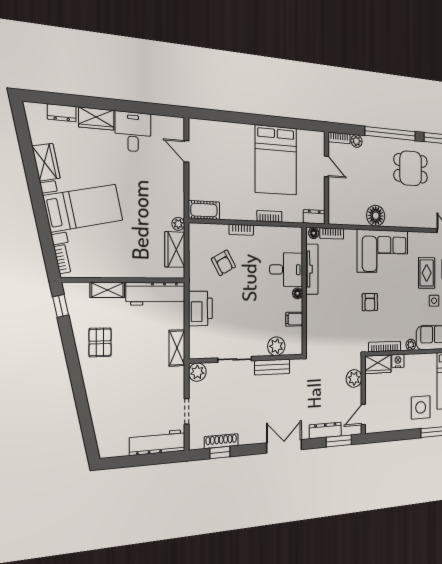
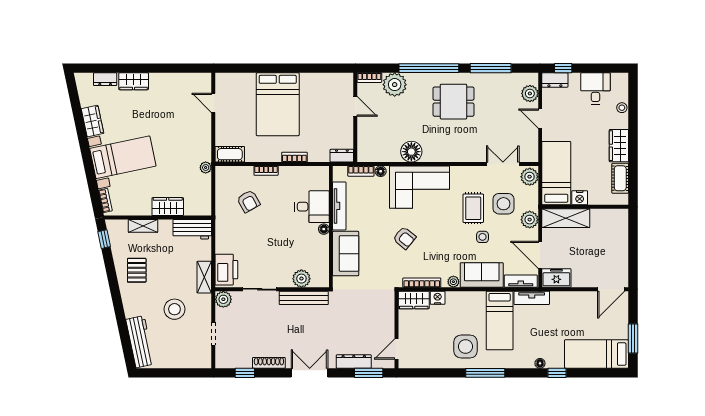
desk: (133, 132) -> (165, 90), removed
plant: (356, 141) -> (395, 85), width x1.88, depth x1.88
bed: (276, 160) -> (278, 104), moved
floor lamp: (314, 233) -> (381, 171), moved
wardrobe: (175, 249) -> (168, 207), moved, turned 90
workbench: (156, 294) -> (192, 229), width x0.73
armchair: (370, 302) -> (404, 238), turned -51
printer: (200, 308) -> (226, 270), moved
filing cabinet: (294, 319) -> (320, 253), removed
sofa: (318, 319) -> (346, 254), added
bench: (272, 367) -> (304, 298), width x1.36
plant: (354, 378) -> (386, 313), removed
stool: (144, 386) -> (174, 309), added
shoe rack: (221, 441) -> (269, 363), moved
workbench: (157, 442) -> (140, 342), moved, turned 78

